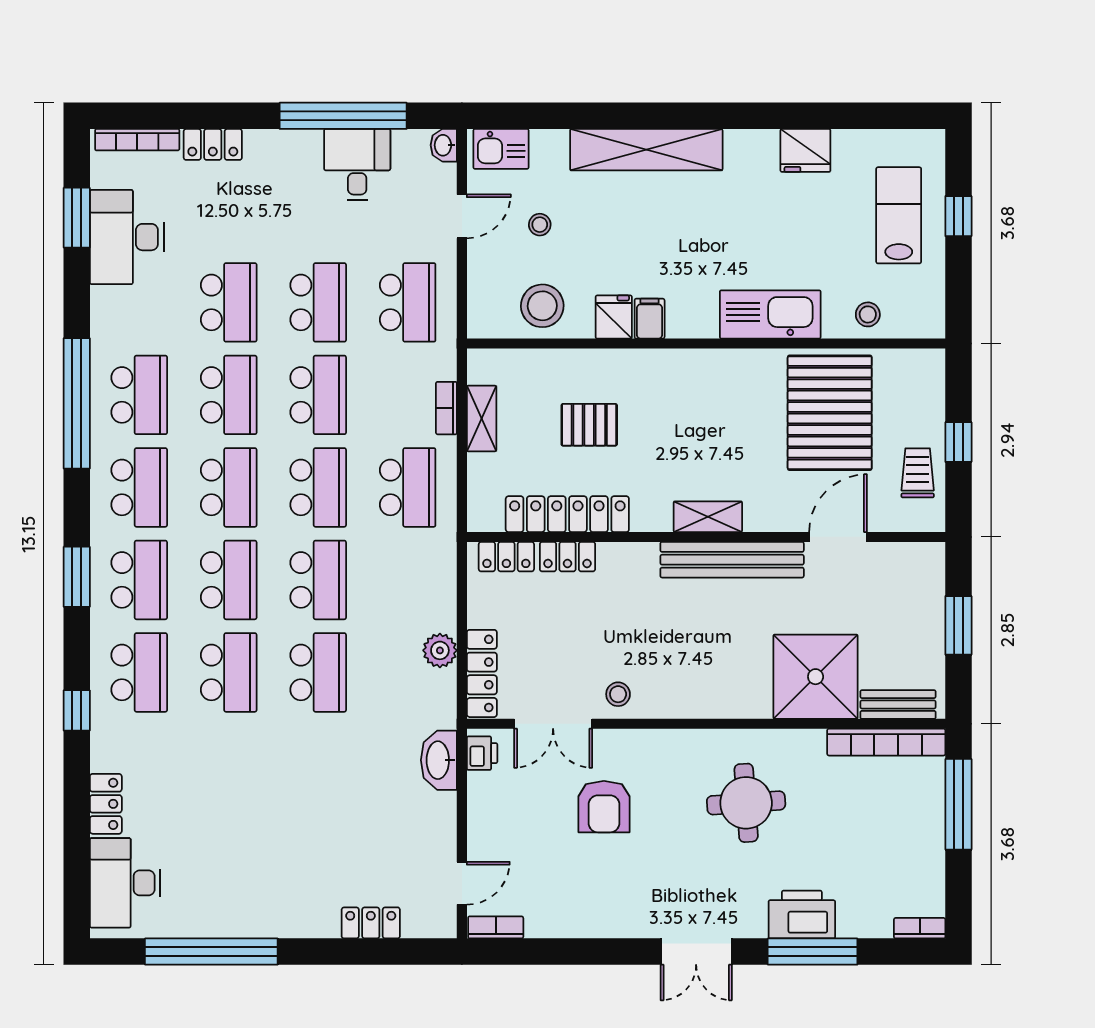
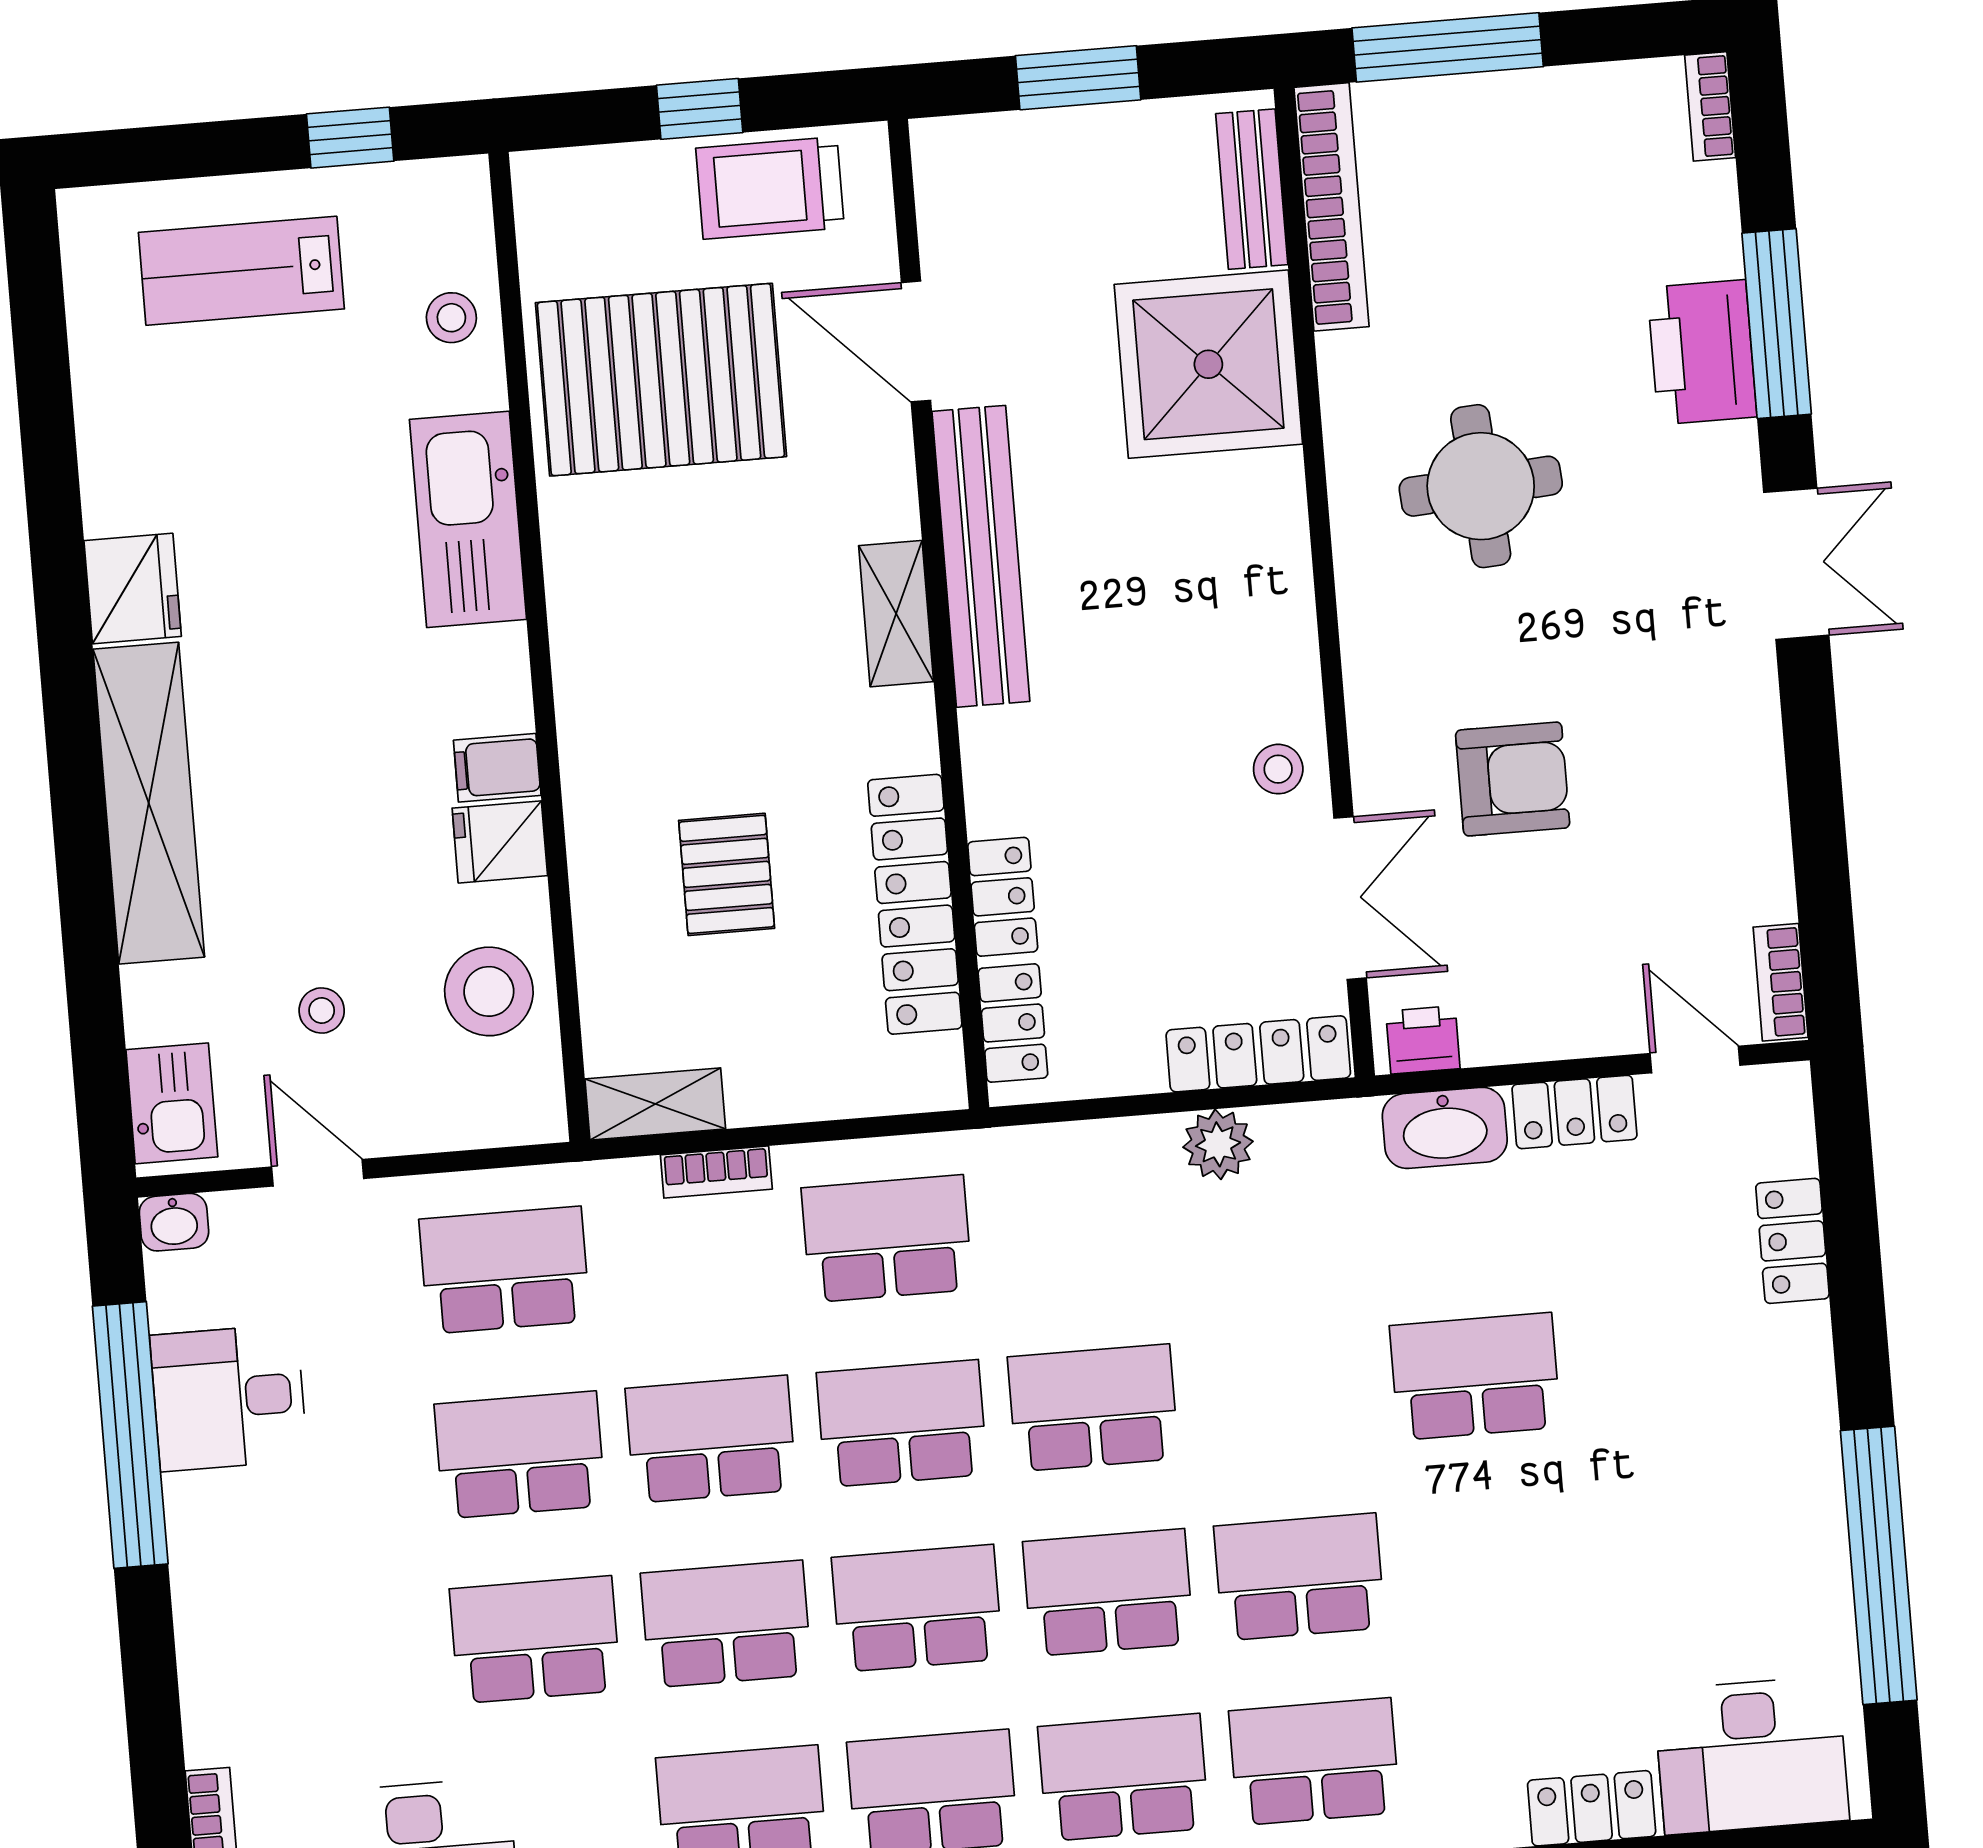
locker: (213, 144) -> (1574, 1112), moved, turned 90
fridge: (805, 150) -> (133, 589), moved
window: (958, 216) -> (350, 138), moved
shelving: (482, 418) -> (655, 1104), moved
trolley: (918, 473) -> (770, 188), width x1.36, depth x1.39
school desk: (318, 672) -> (1475, 1376), moved

